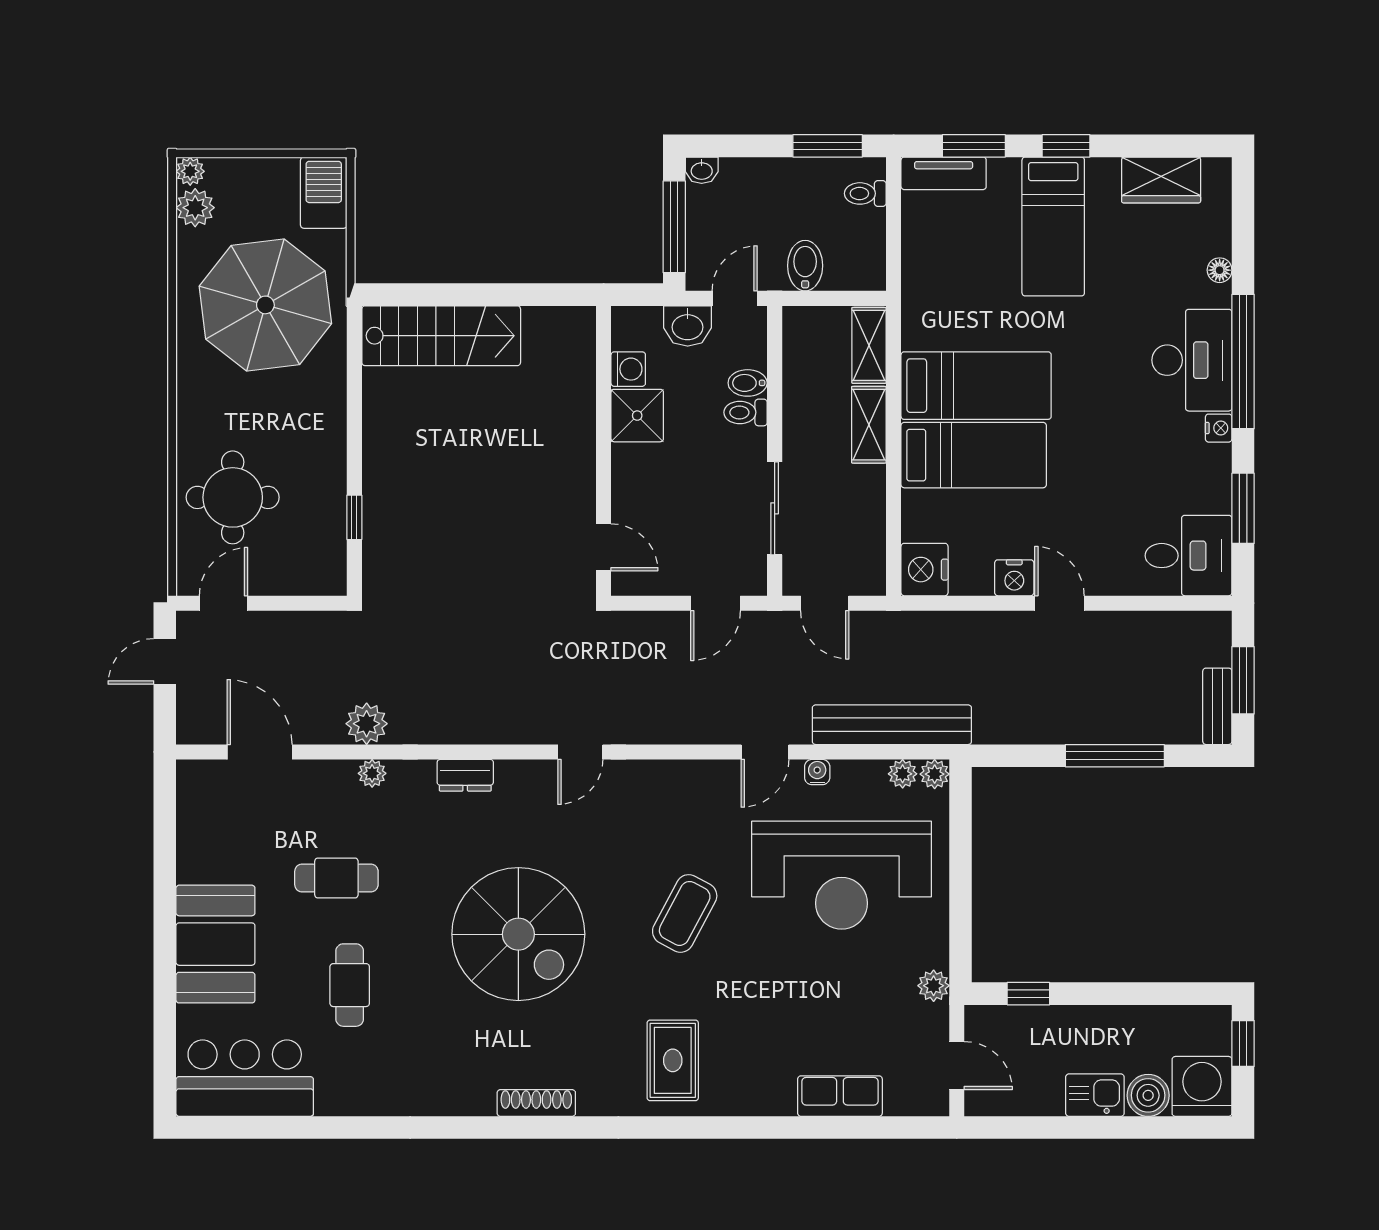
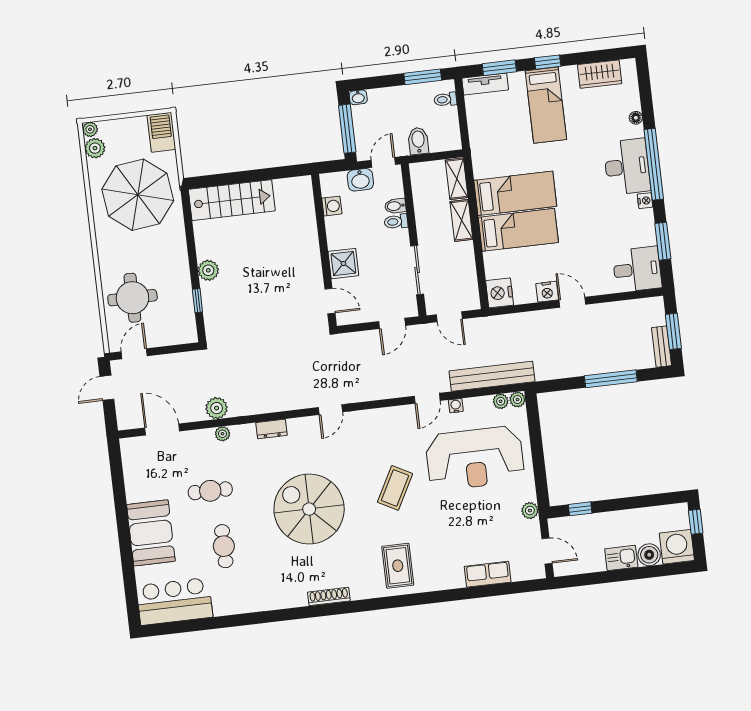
shower: (637, 416) -> (343, 264), moved
plant: (382, 463) -> (208, 270), added
spiral stairs: (518, 934) -> (309, 509), turned 180

